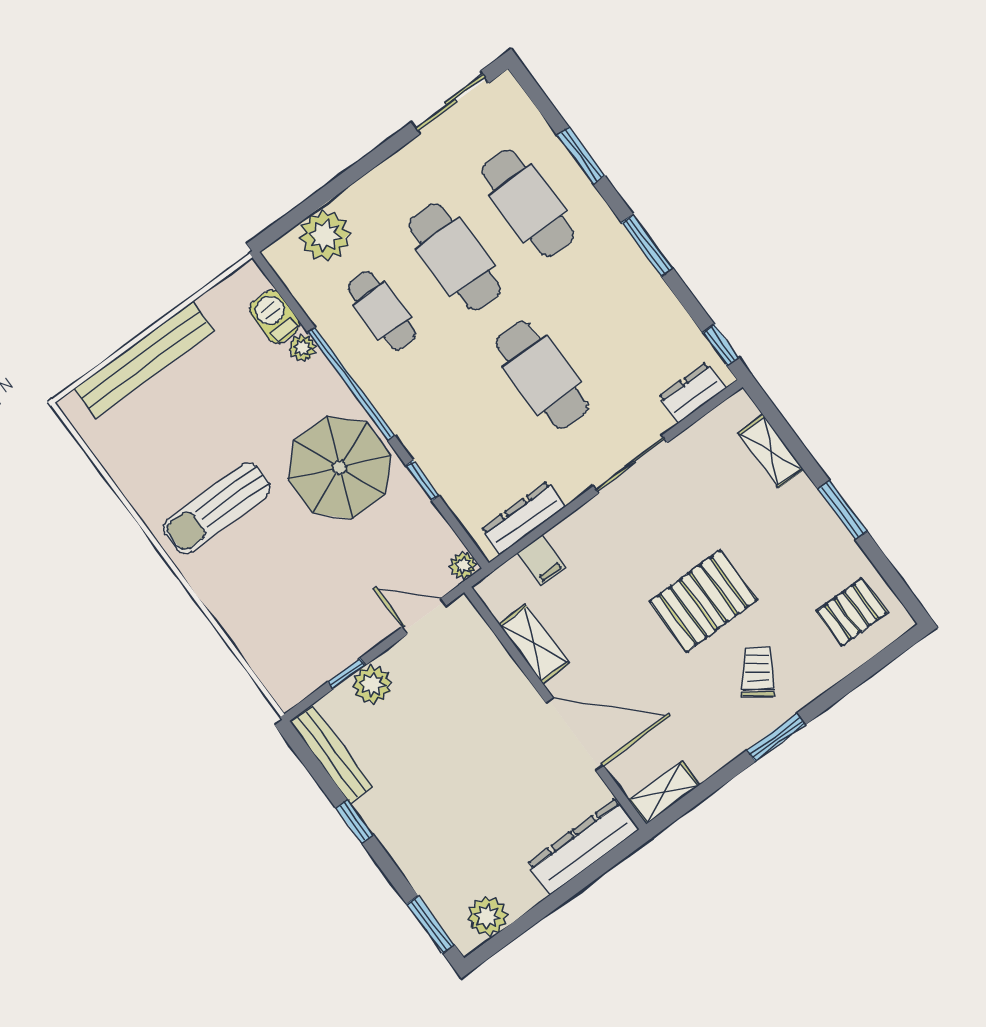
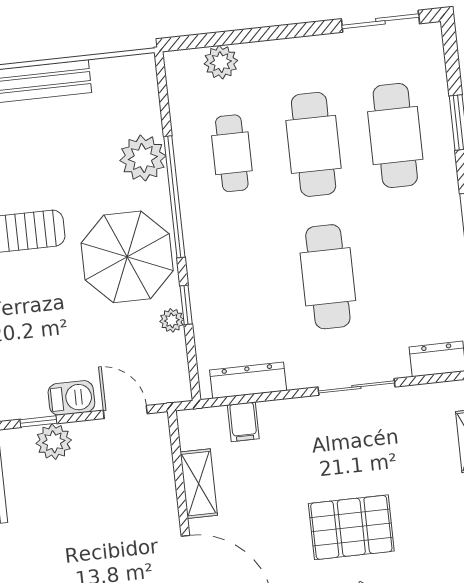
plant: (325, 235) -> (221, 62), width x0.73, depth x0.73
barbecue: (275, 317) -> (71, 398), moved, turned 90
plant: (302, 348) -> (143, 158), width x1.88, depth x1.88
plant: (463, 566) -> (172, 320), moved

